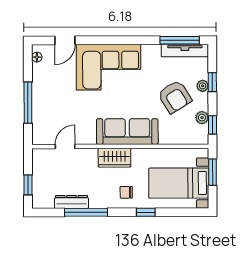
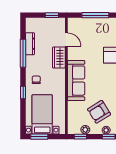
wardrobe: (114, 158) -> (59, 58), moved
window: (213, 172) -> (39, 137), moved
window: (28, 185) -> (52, 15), moved

